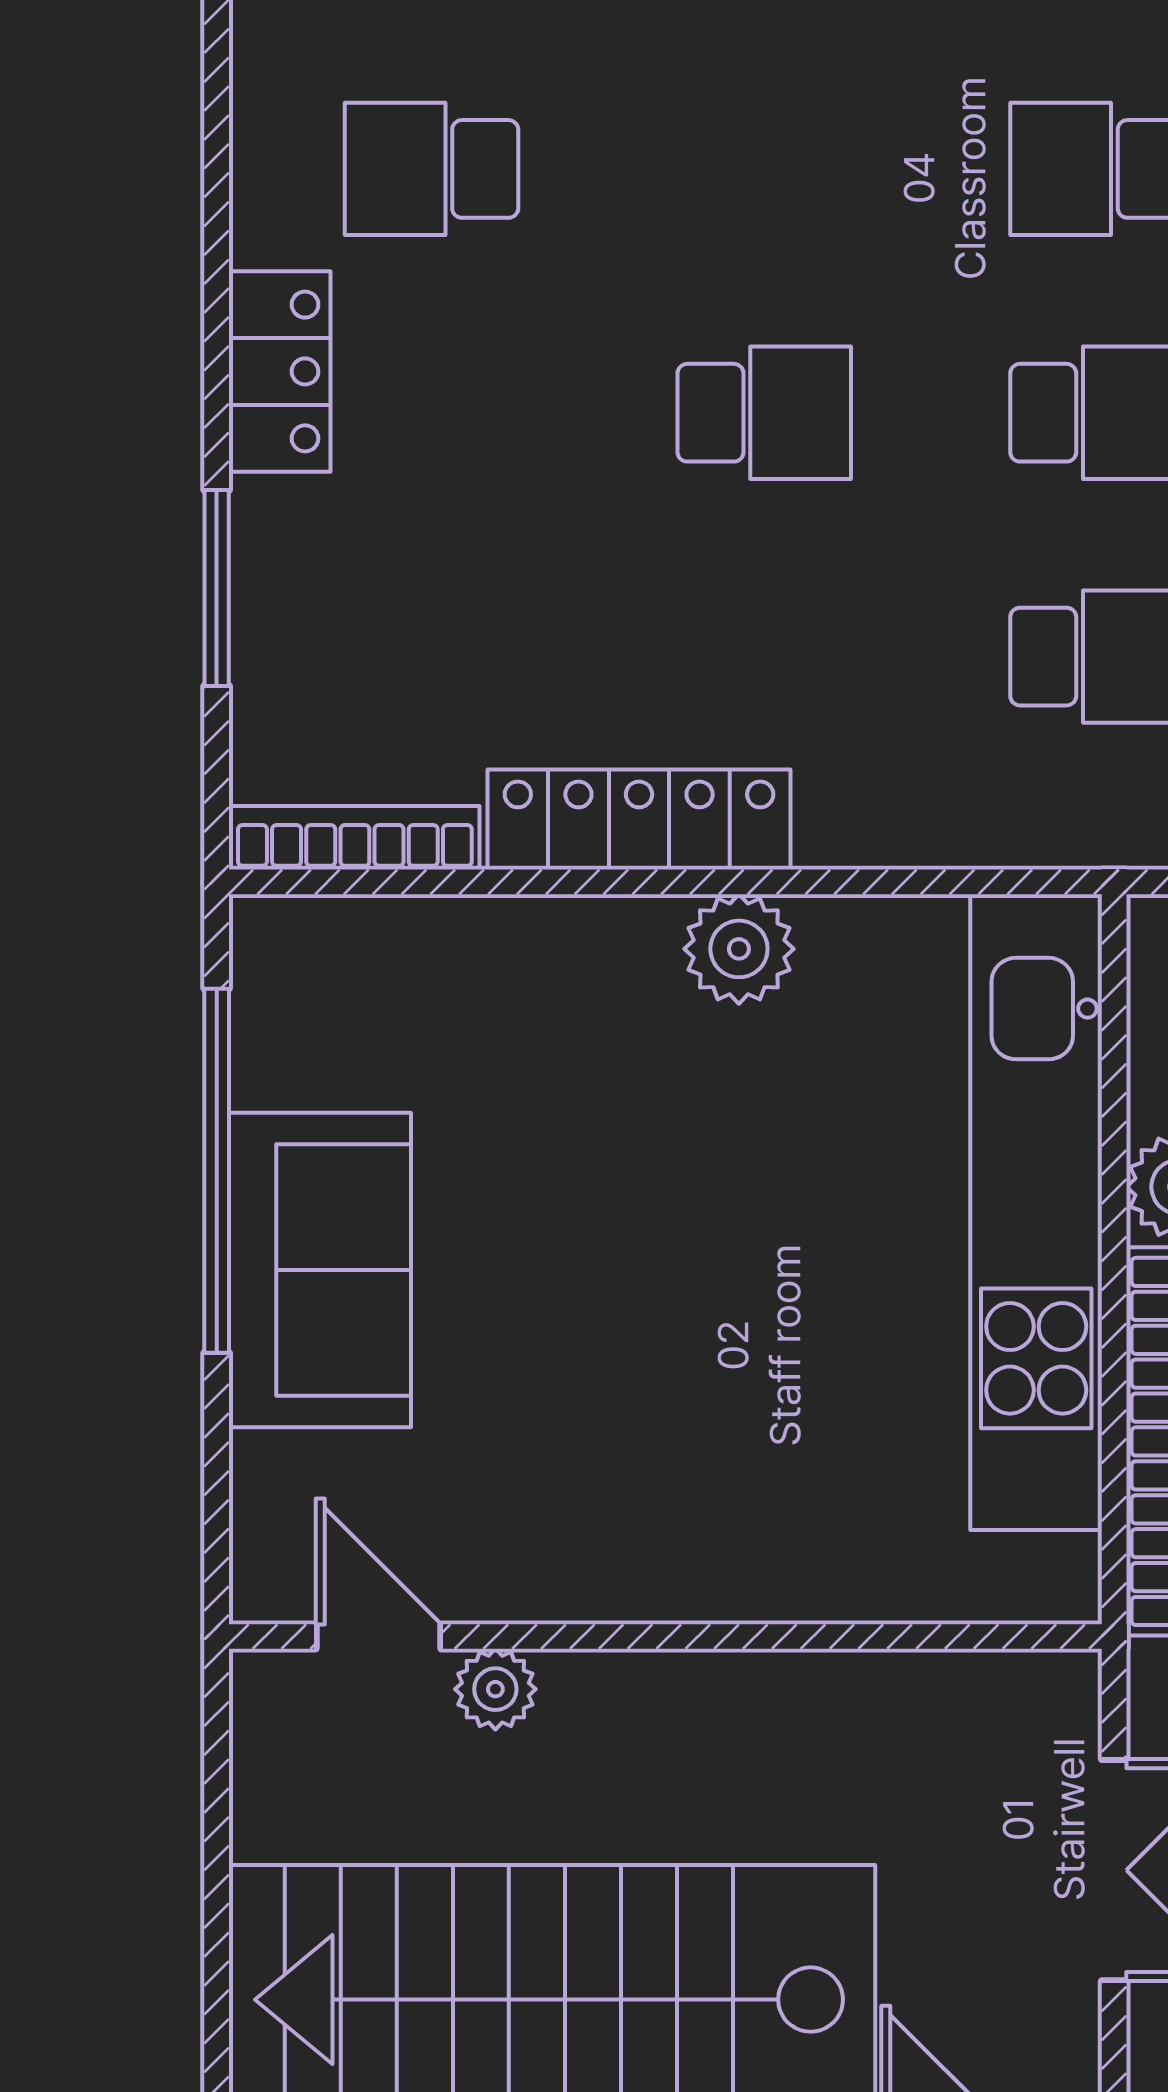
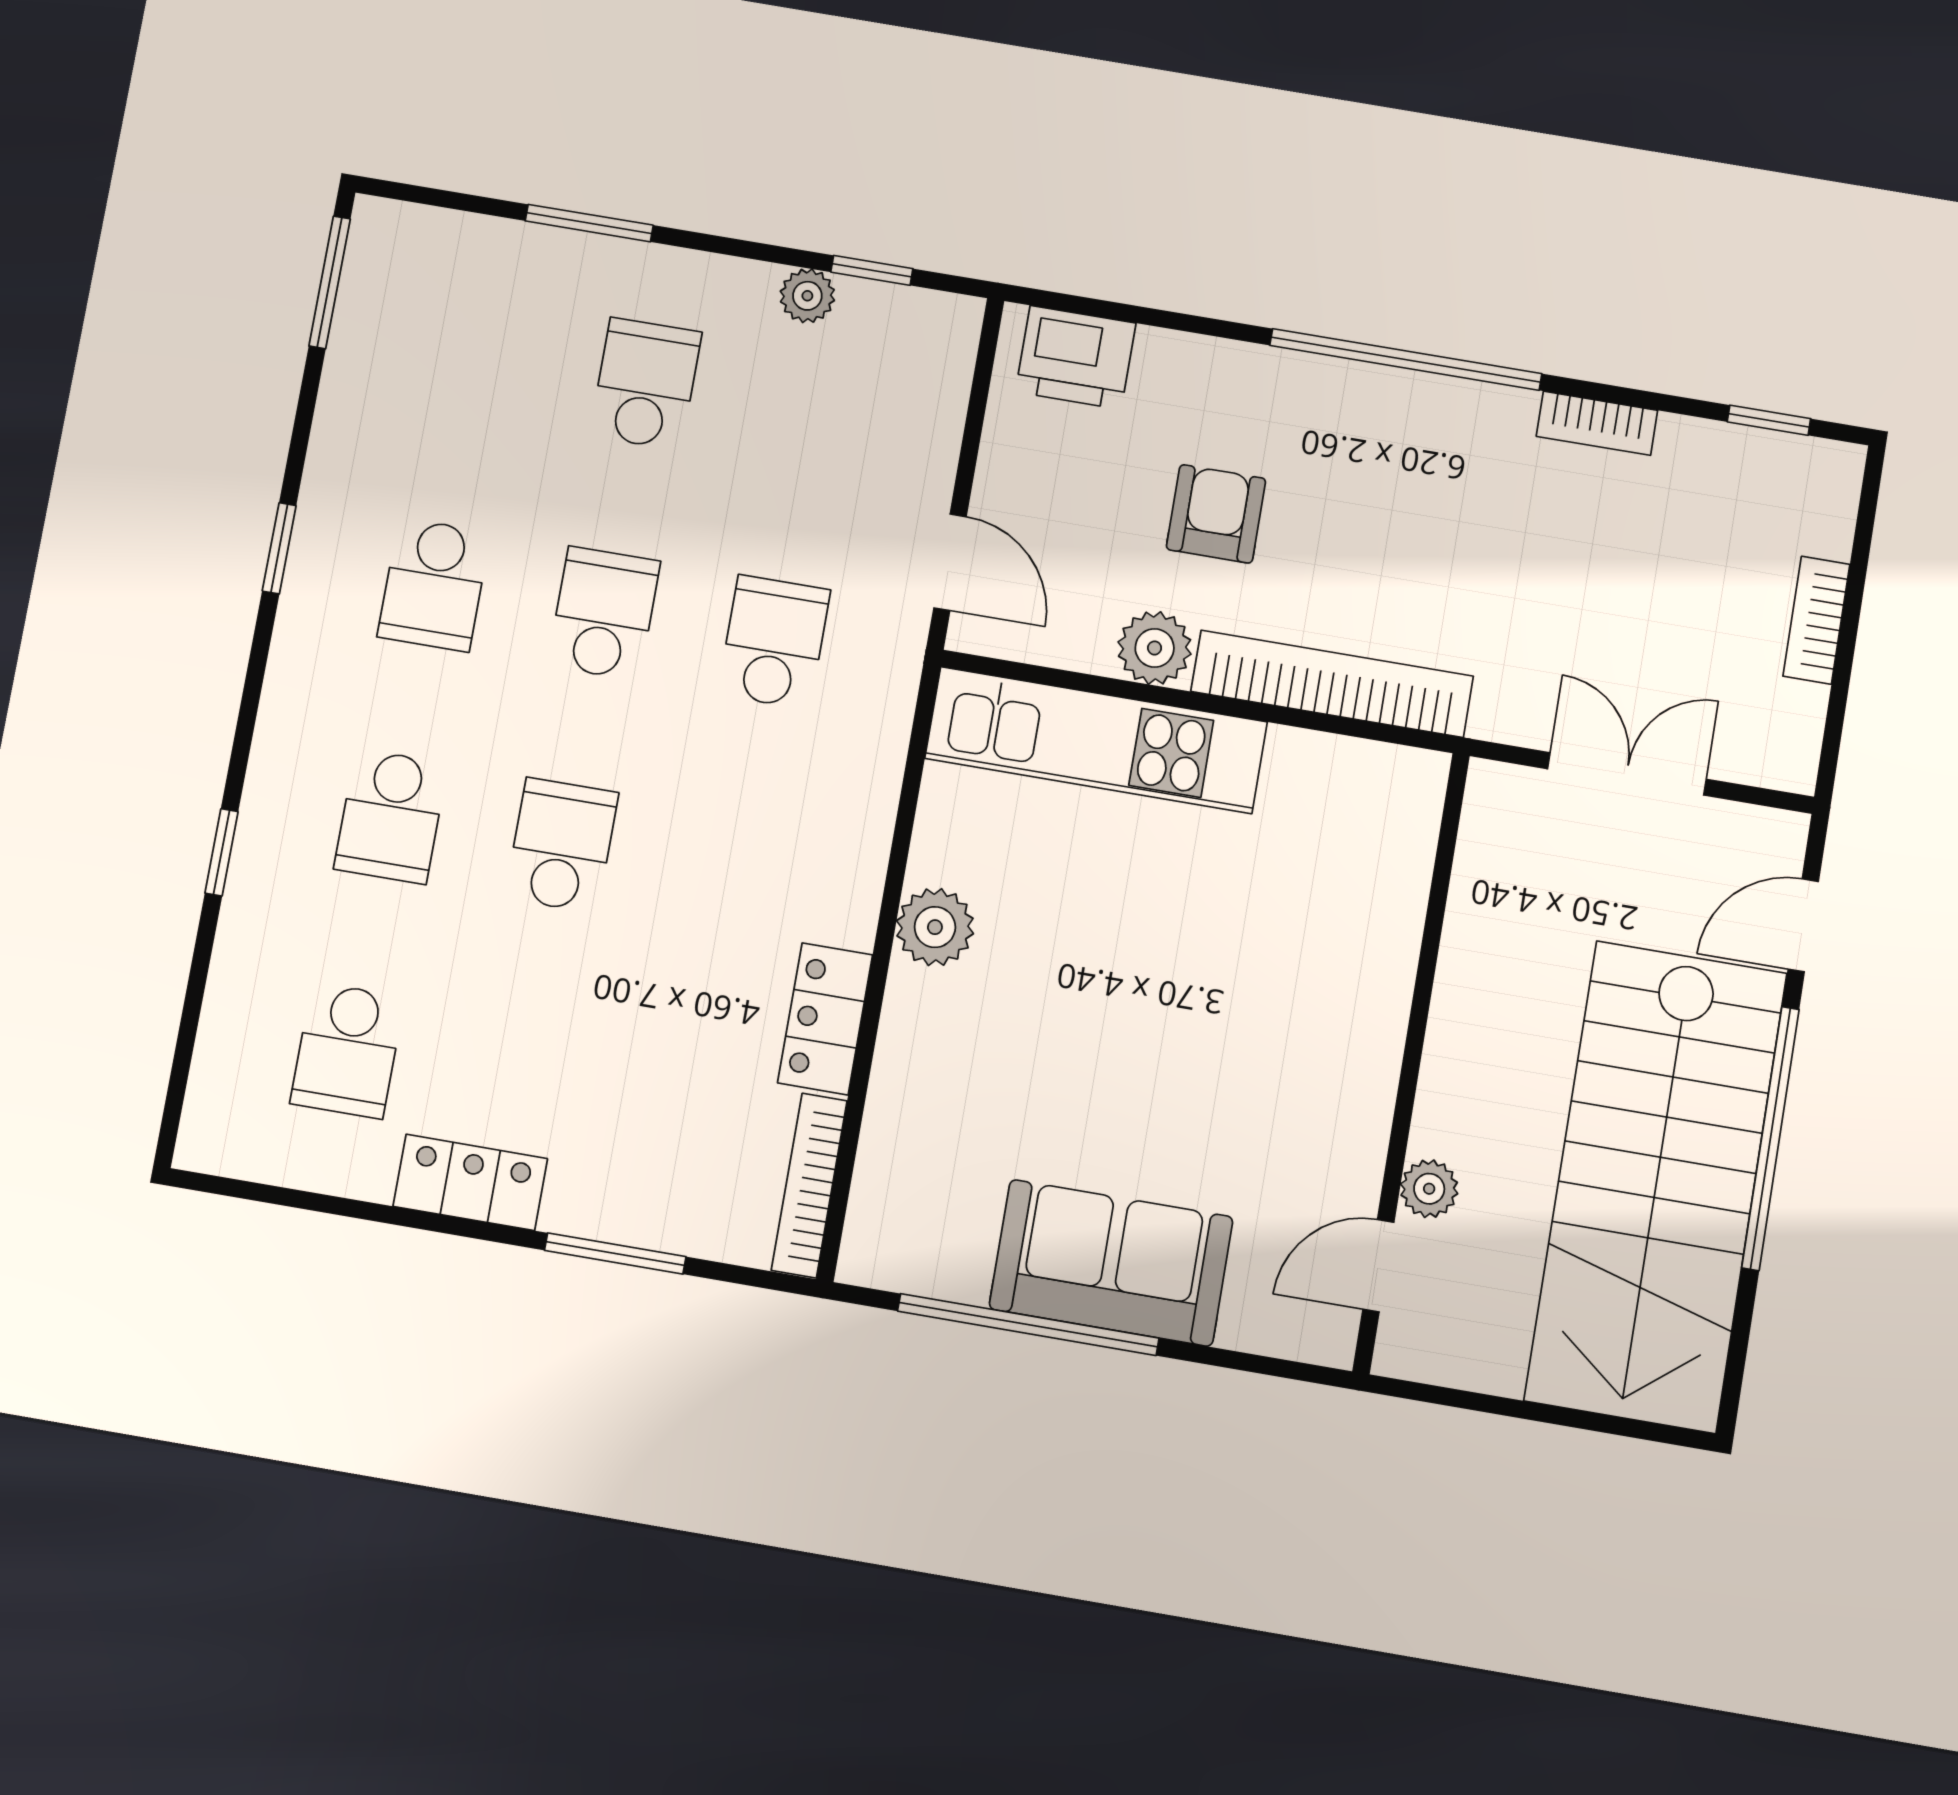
school desk: (764, 169) -> (391, 816), added
locker: (639, 819) -> (825, 1019), width x0.66
kitchen unit: (1036, 1212) -> (1096, 740), width x0.73

